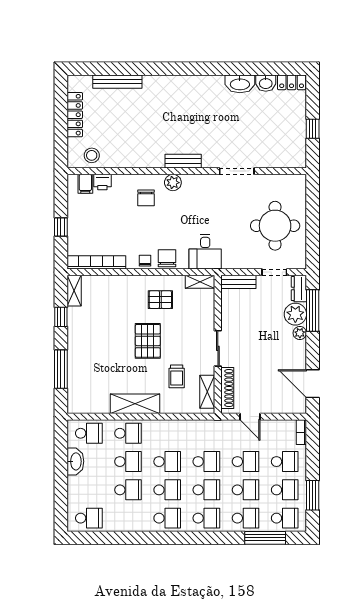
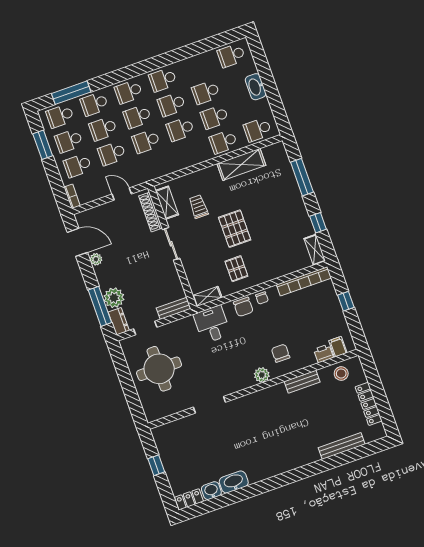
bench: (183, 161) -> (302, 382), moved
pallet: (160, 300) -> (236, 269), turned 90
plant: (300, 333) -> (96, 259), moved
shelving: (135, 404) -> (241, 164), moved
washbasin: (75, 461) -> (256, 87), moved

